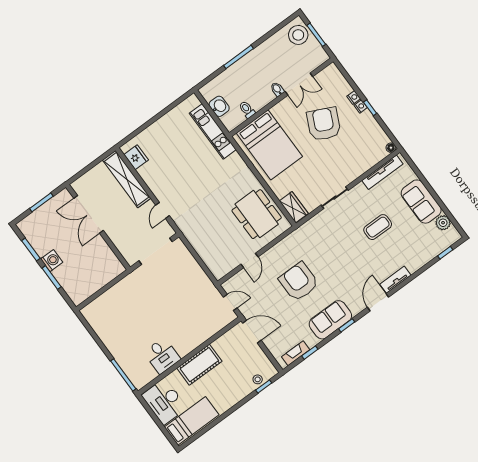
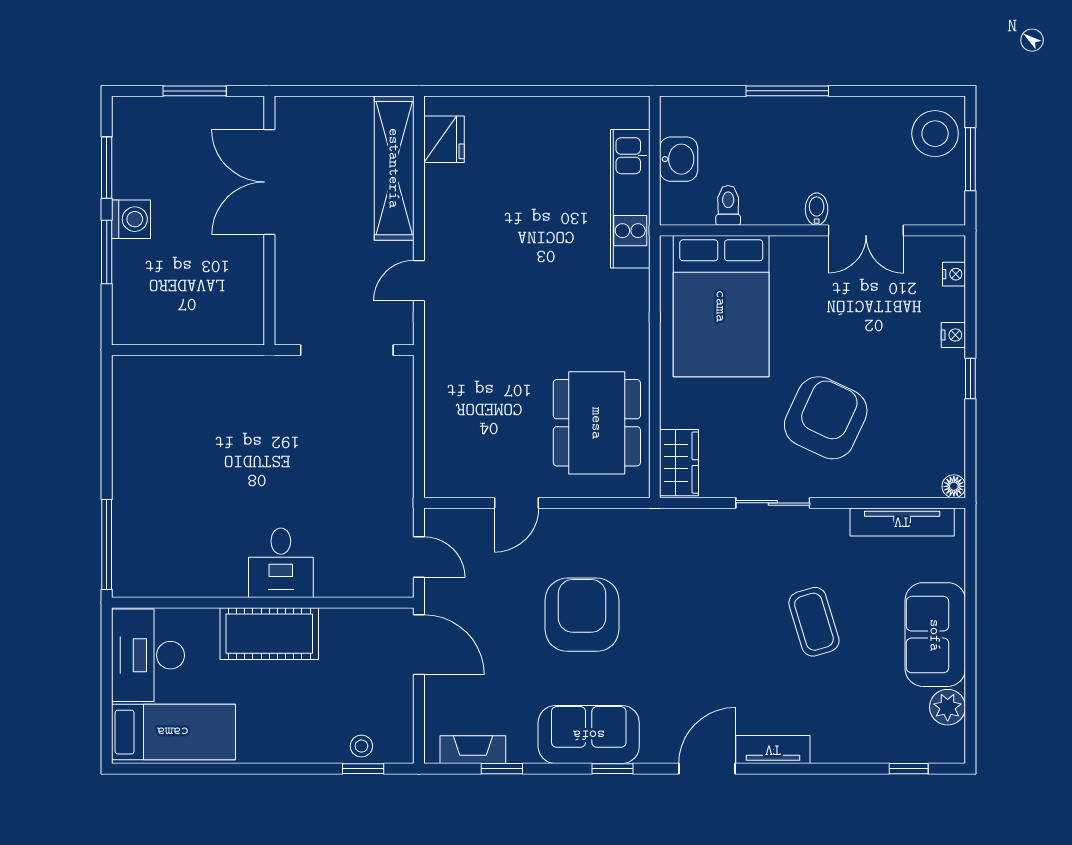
nightstand: (361, 106) -> (954, 274), moved
armchair: (324, 124) -> (826, 418), moved
coffee table: (378, 227) -> (814, 622), turned 73
desk: (162, 356) -> (281, 563), moved

